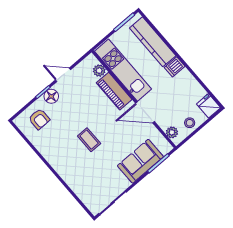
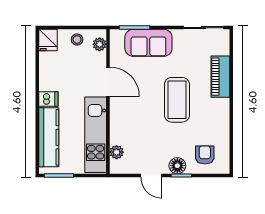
piano: (114, 91) -> (220, 77), moved, turned 180
coffee table: (89, 140) -> (177, 100), width x1.86, depth x1.72

